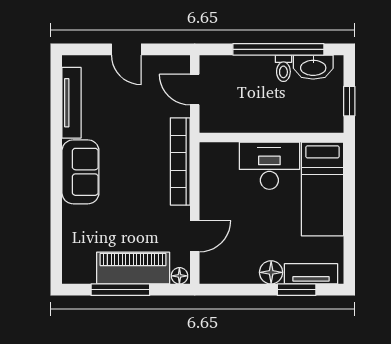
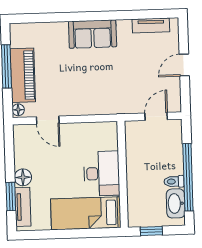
tv unit: (72, 103) -> (151, 26), width x0.71
bookcase: (180, 161) -> (103, 108), removed

